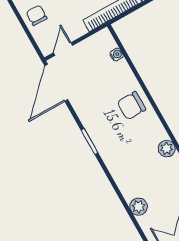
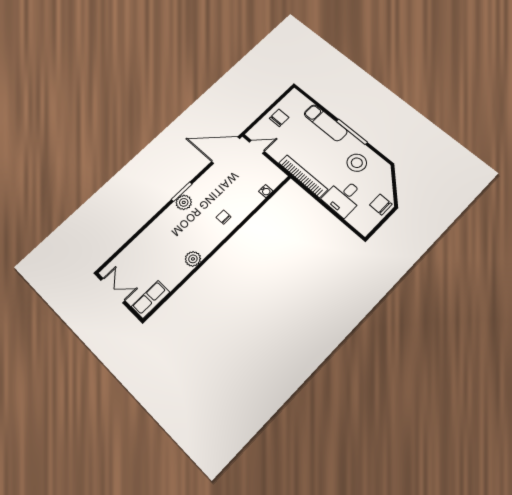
chair: (132, 106) -> (224, 217), width x0.54, depth x0.54
plant: (139, 207) -> (184, 202), moved

